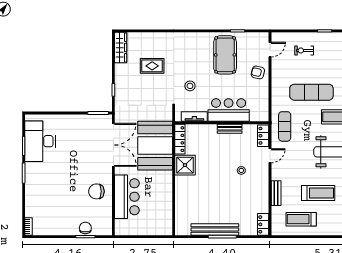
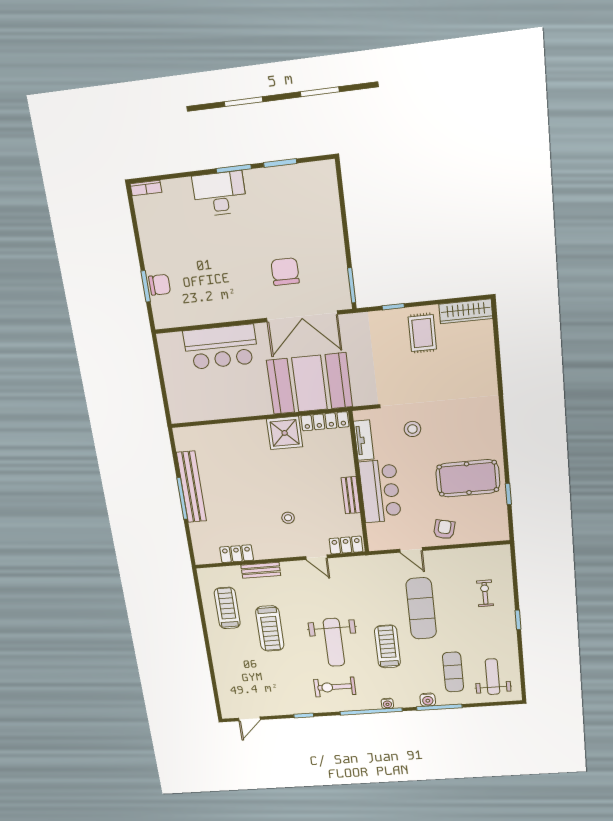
door: (270, 50) -> (411, 550), moved
rug: (152, 66) -> (422, 333), moved
exercise mat: (285, 126) -> (364, 575), removed
desk: (40, 141) -> (220, 194), moved, width x0.73, depth x0.77
chair: (96, 191) -> (285, 272), moved
locker: (263, 224) -> (237, 554), moved

